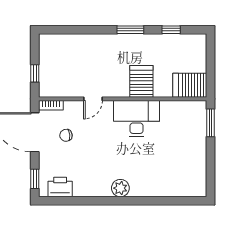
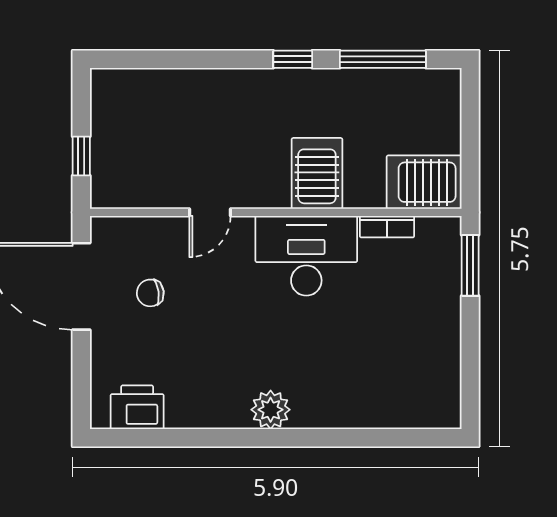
window: (130, 30) -> (293, 59), width x0.67
window: (171, 30) -> (383, 59), width x2.17
bookcase: (51, 105) -> (387, 227), moved
window: (35, 179) -> (81, 389), removed

